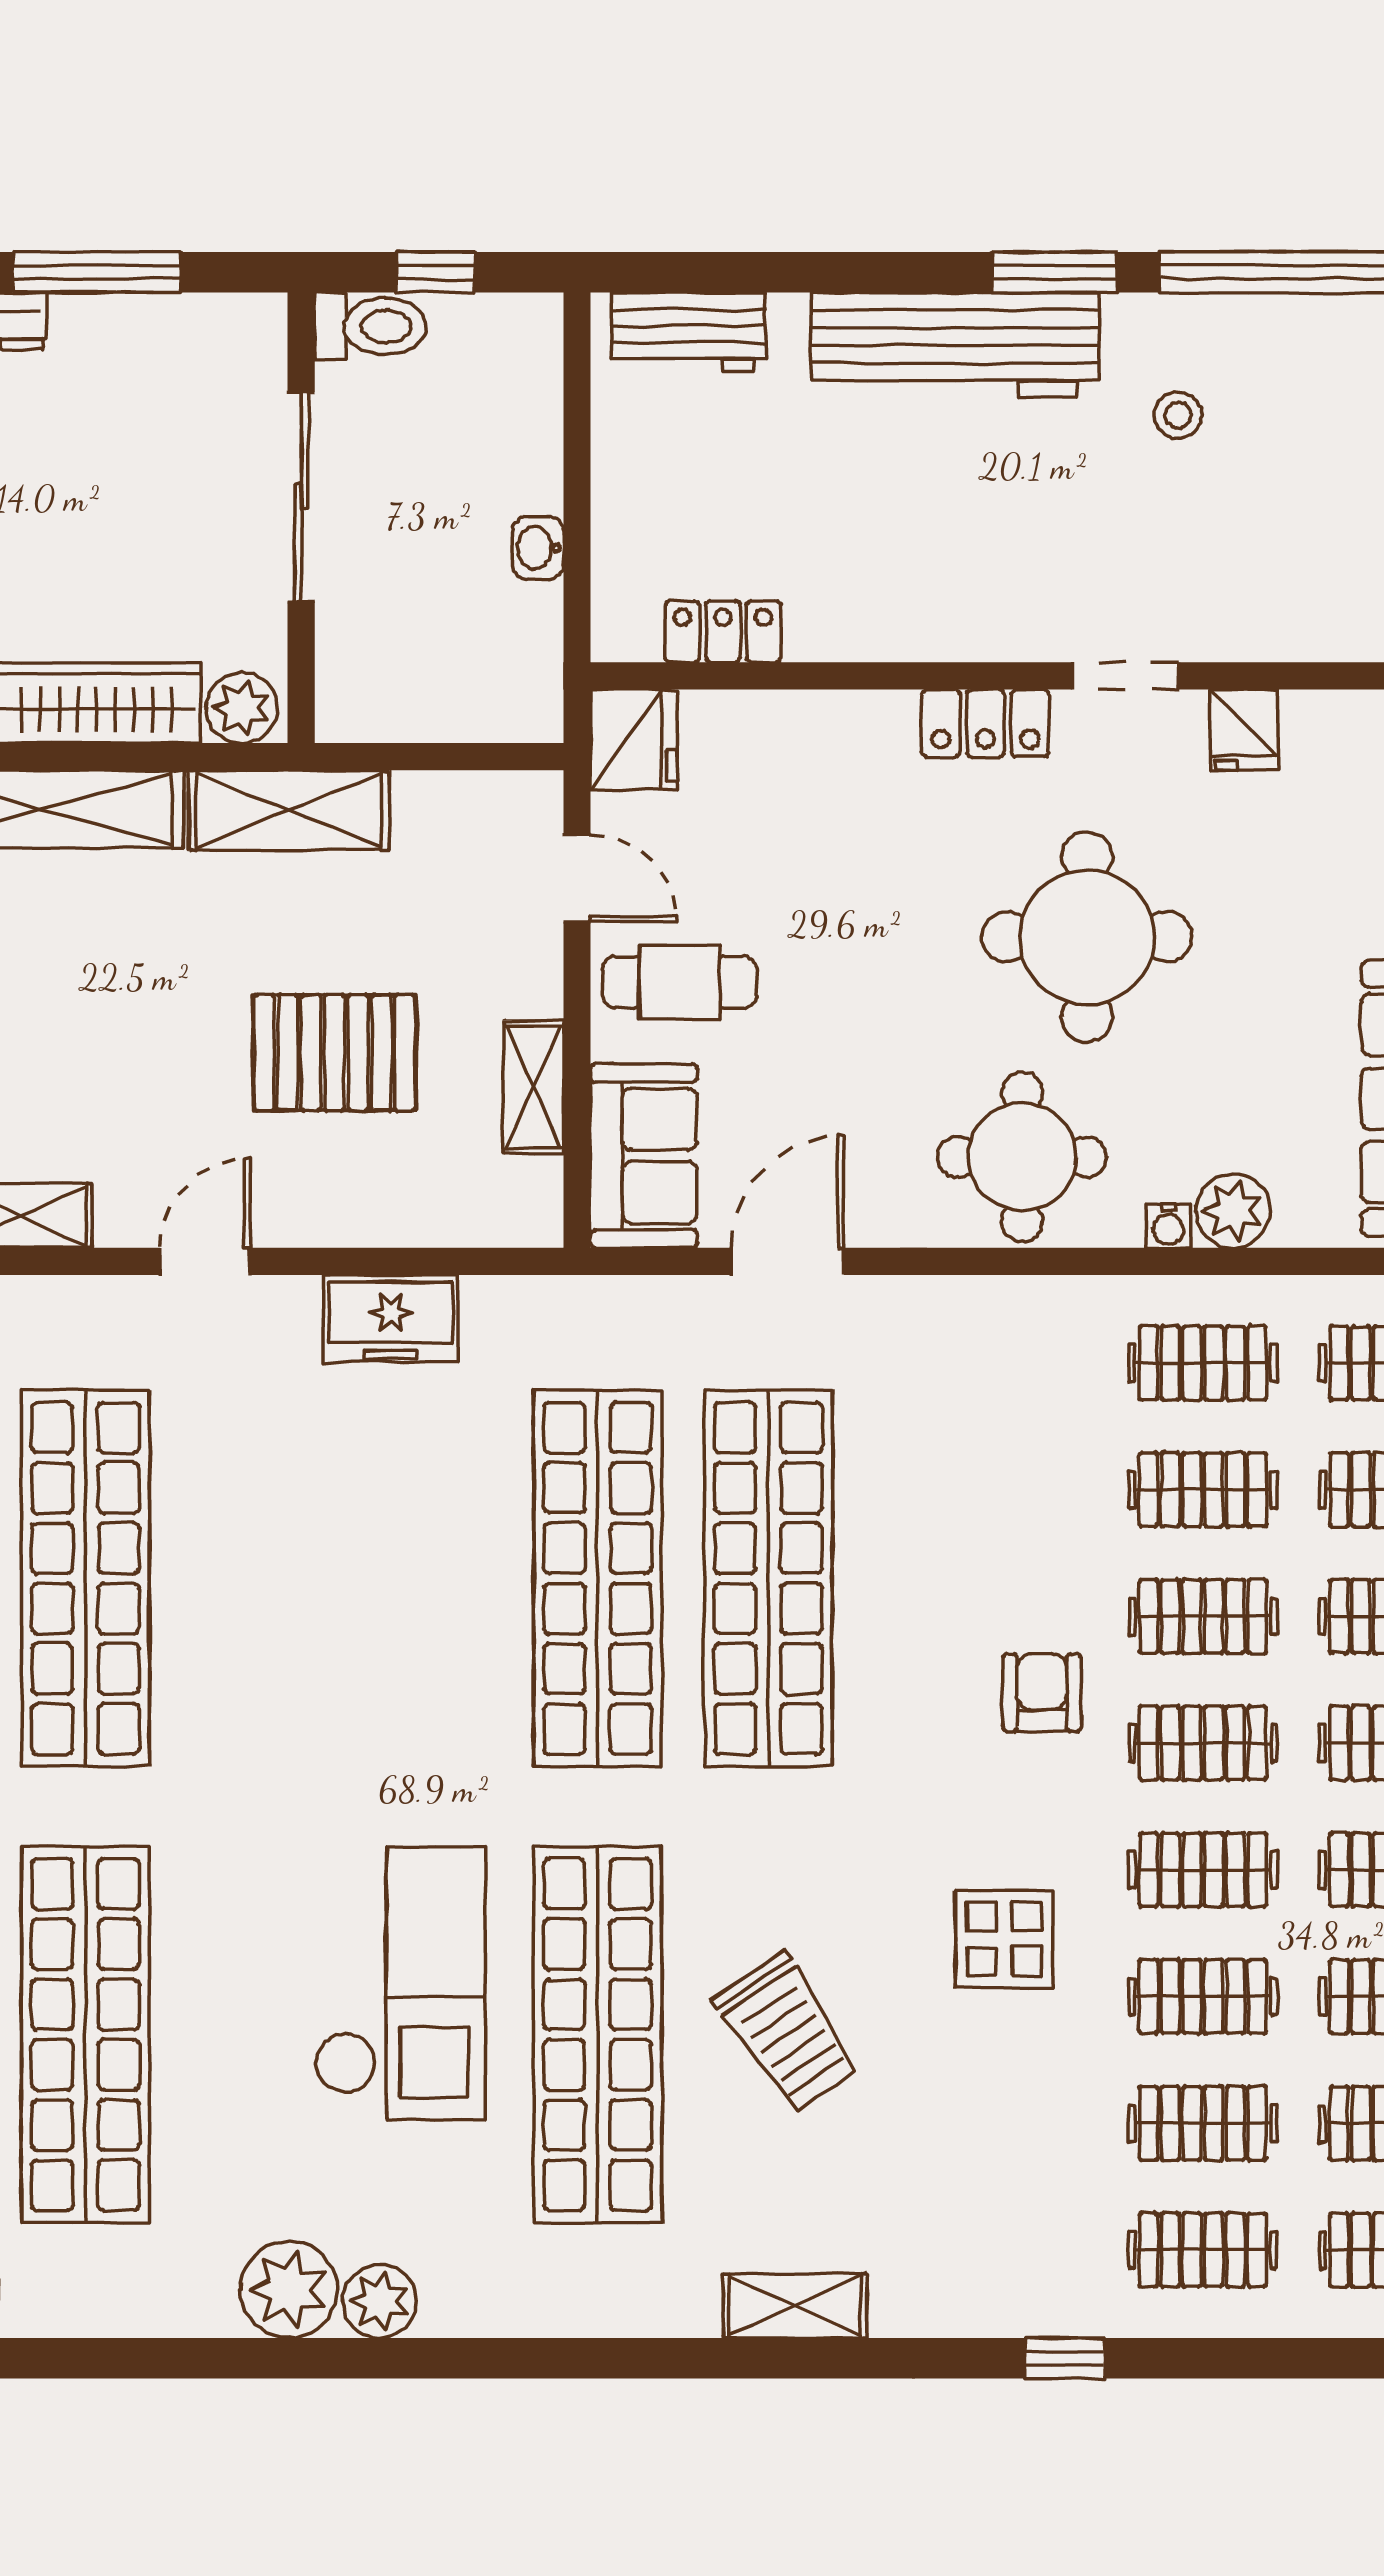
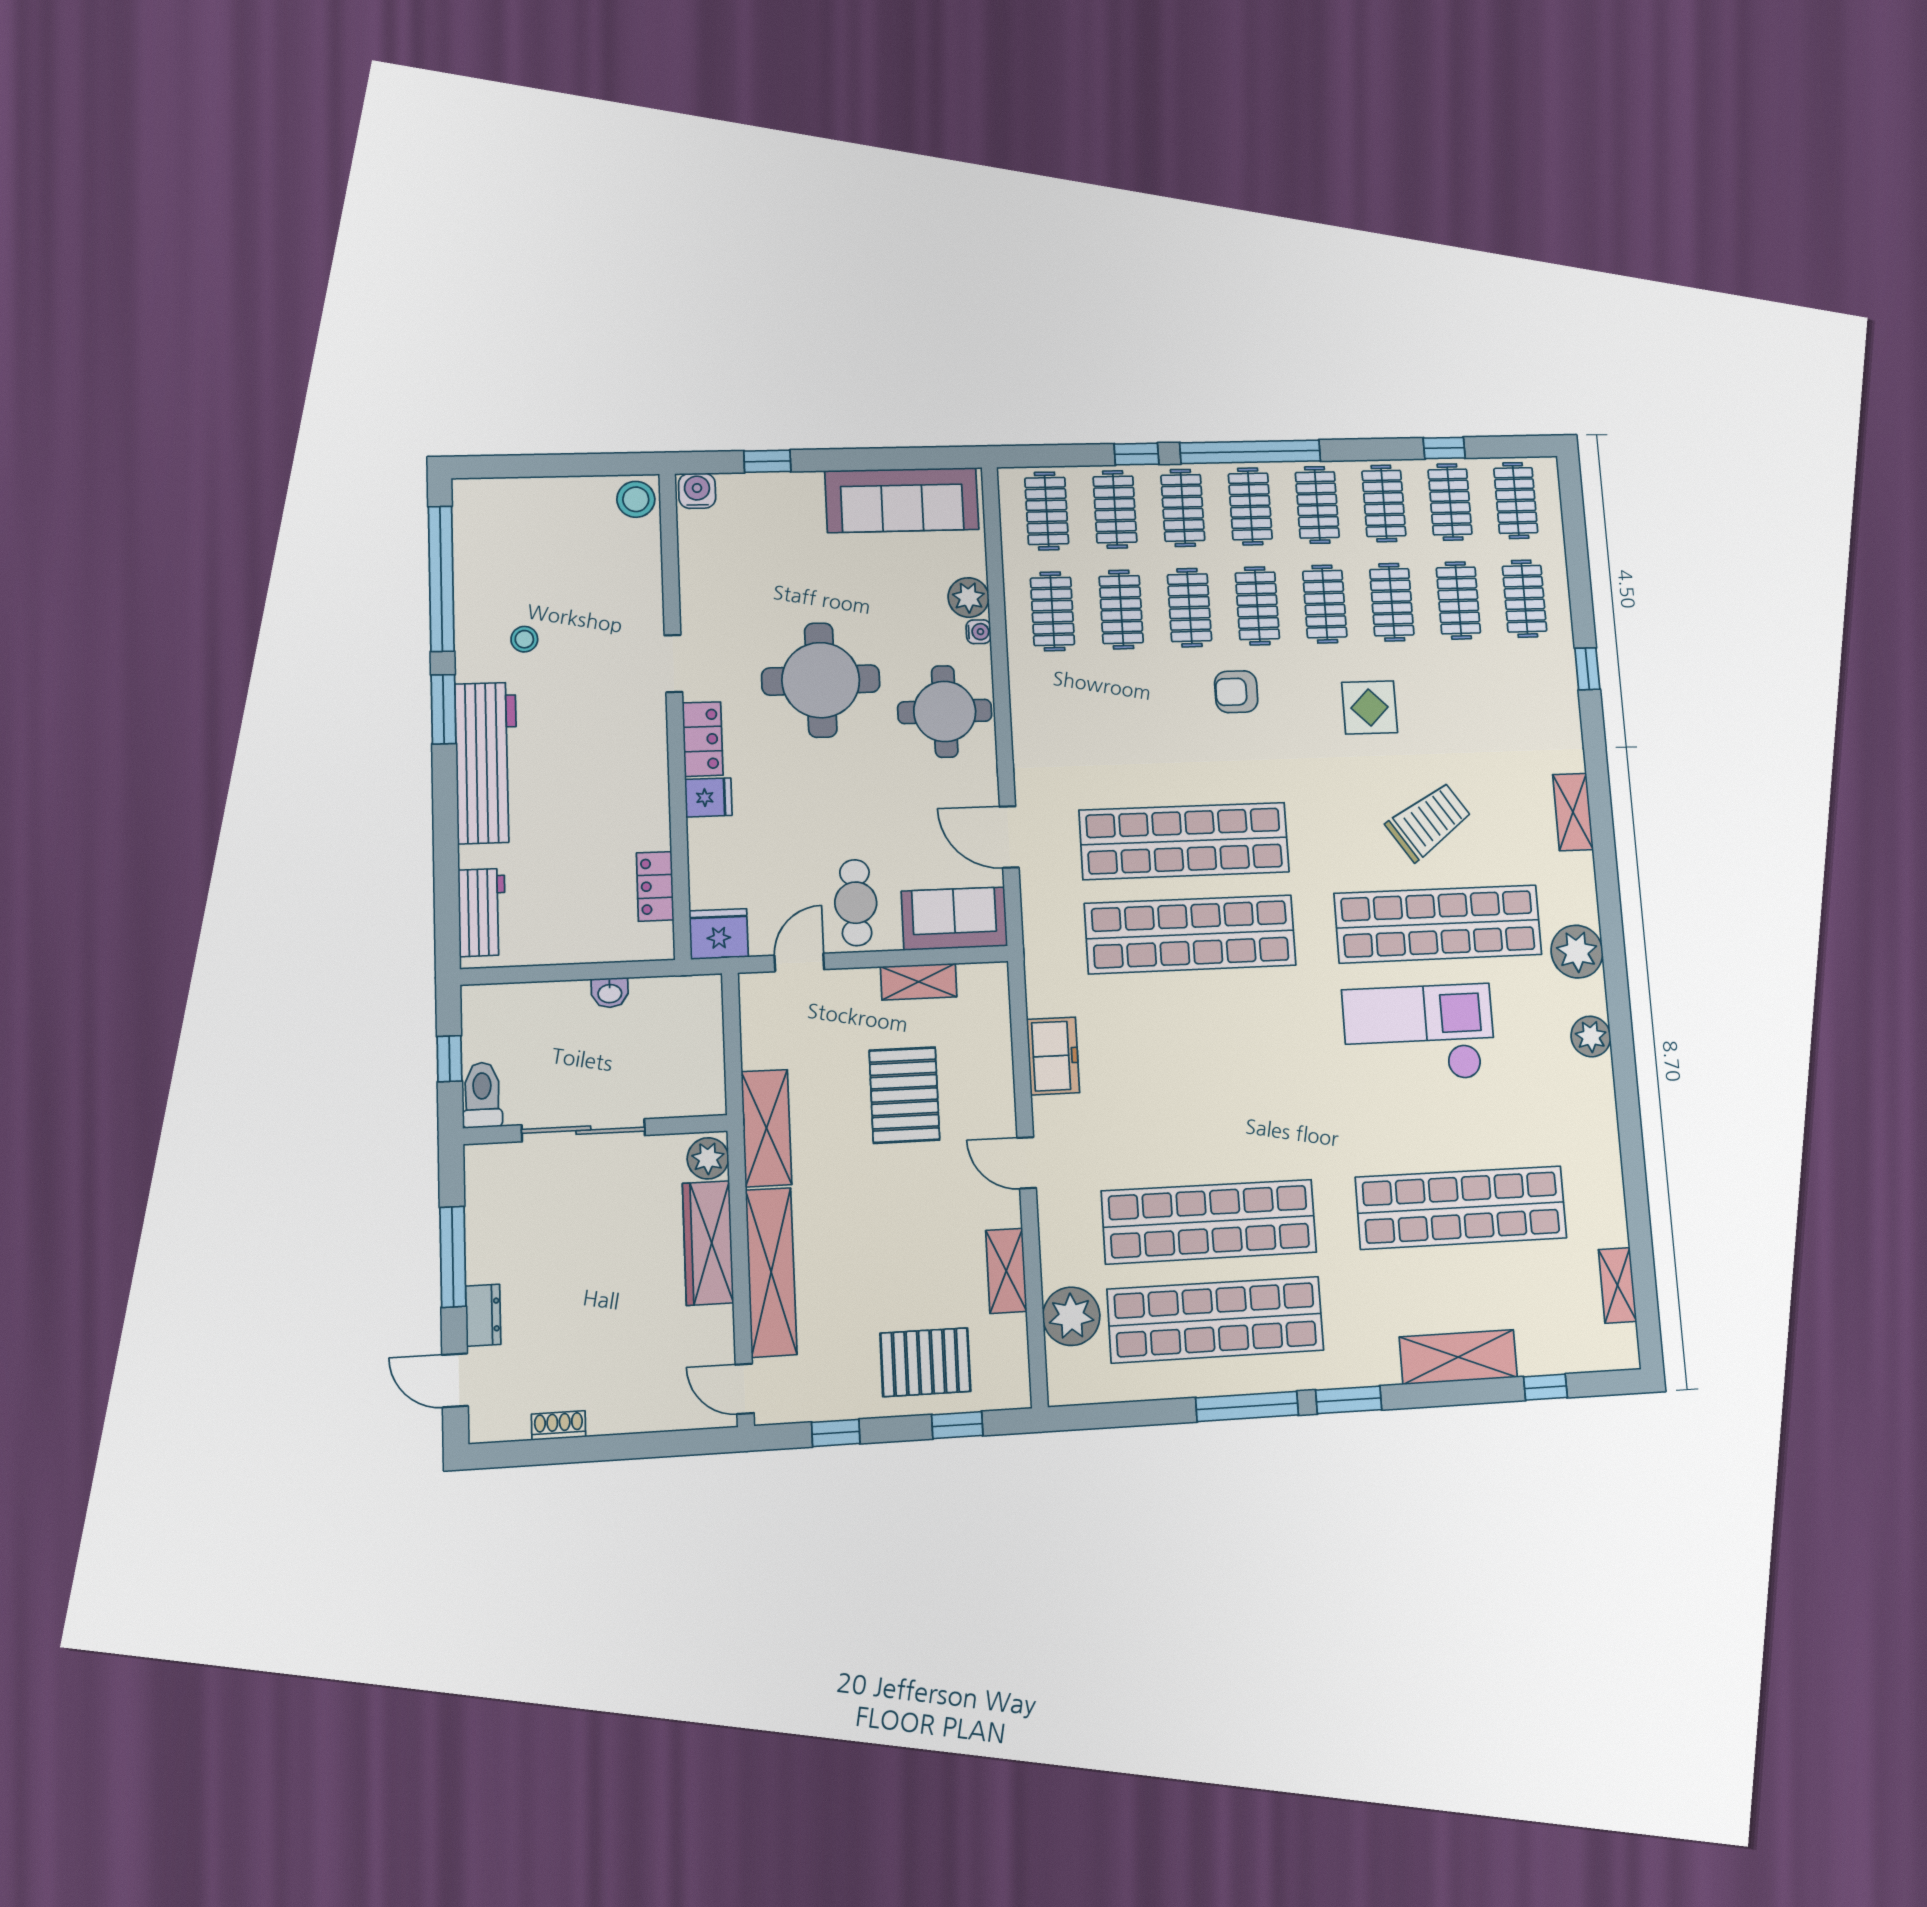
fridge: (1244, 730) -> (708, 797), moved
plant: (289, 2289) -> (1577, 952), moved

